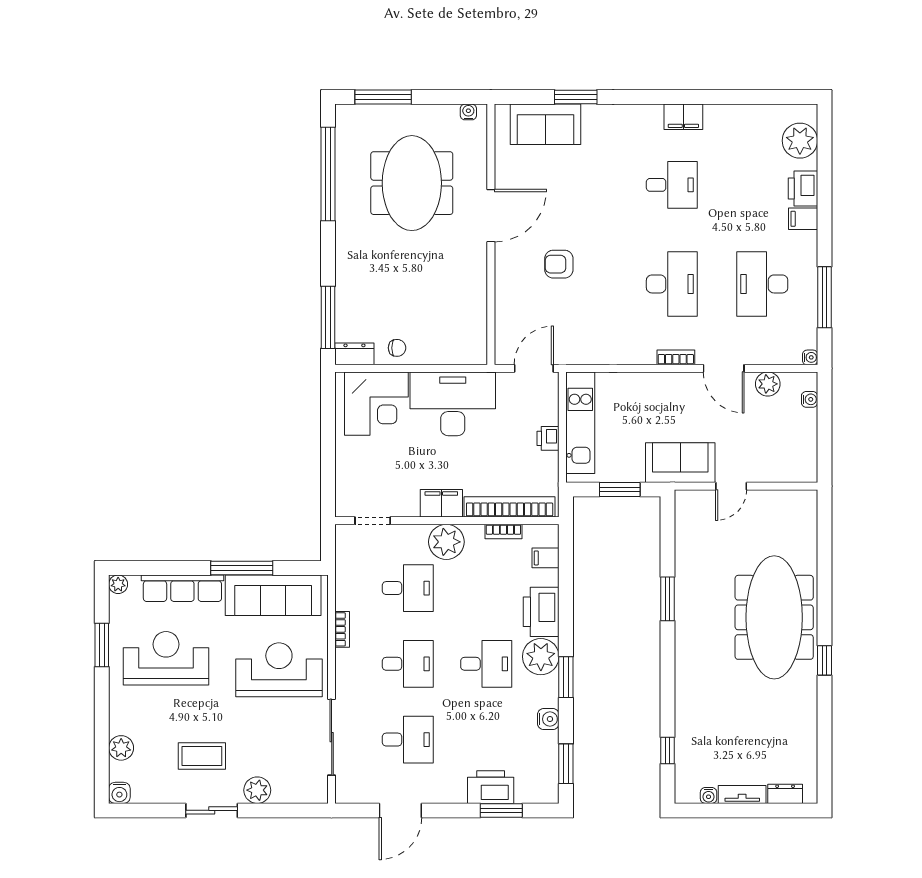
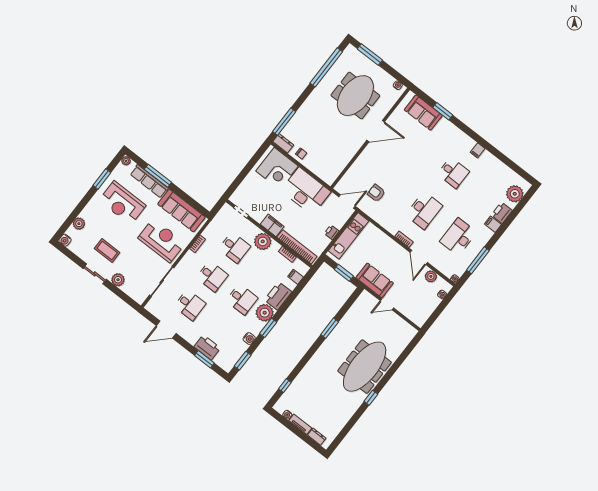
filing cabinet: (683, 117) -> (478, 150), width x0.50
armchair: (559, 264) -> (376, 193), moved
window: (242, 568) -> (158, 176), moved
reception desk: (166, 658) -> (122, 203), turned 180

